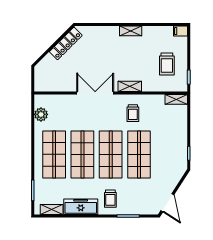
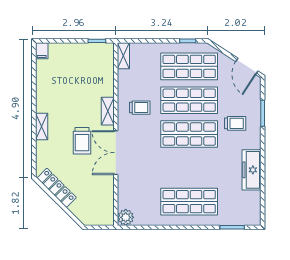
shelving: (131, 31) -> (42, 126), moved
trolley: (167, 64) -> (82, 141), moved, turned 90
plant: (41, 114) -> (126, 217), moved
shop shelf: (82, 154) -> (189, 66), moved
trolley: (110, 199) -> (235, 123), moved
door: (167, 203) -> (247, 66), swing flipped
shelving: (52, 209) -> (255, 205), removed

